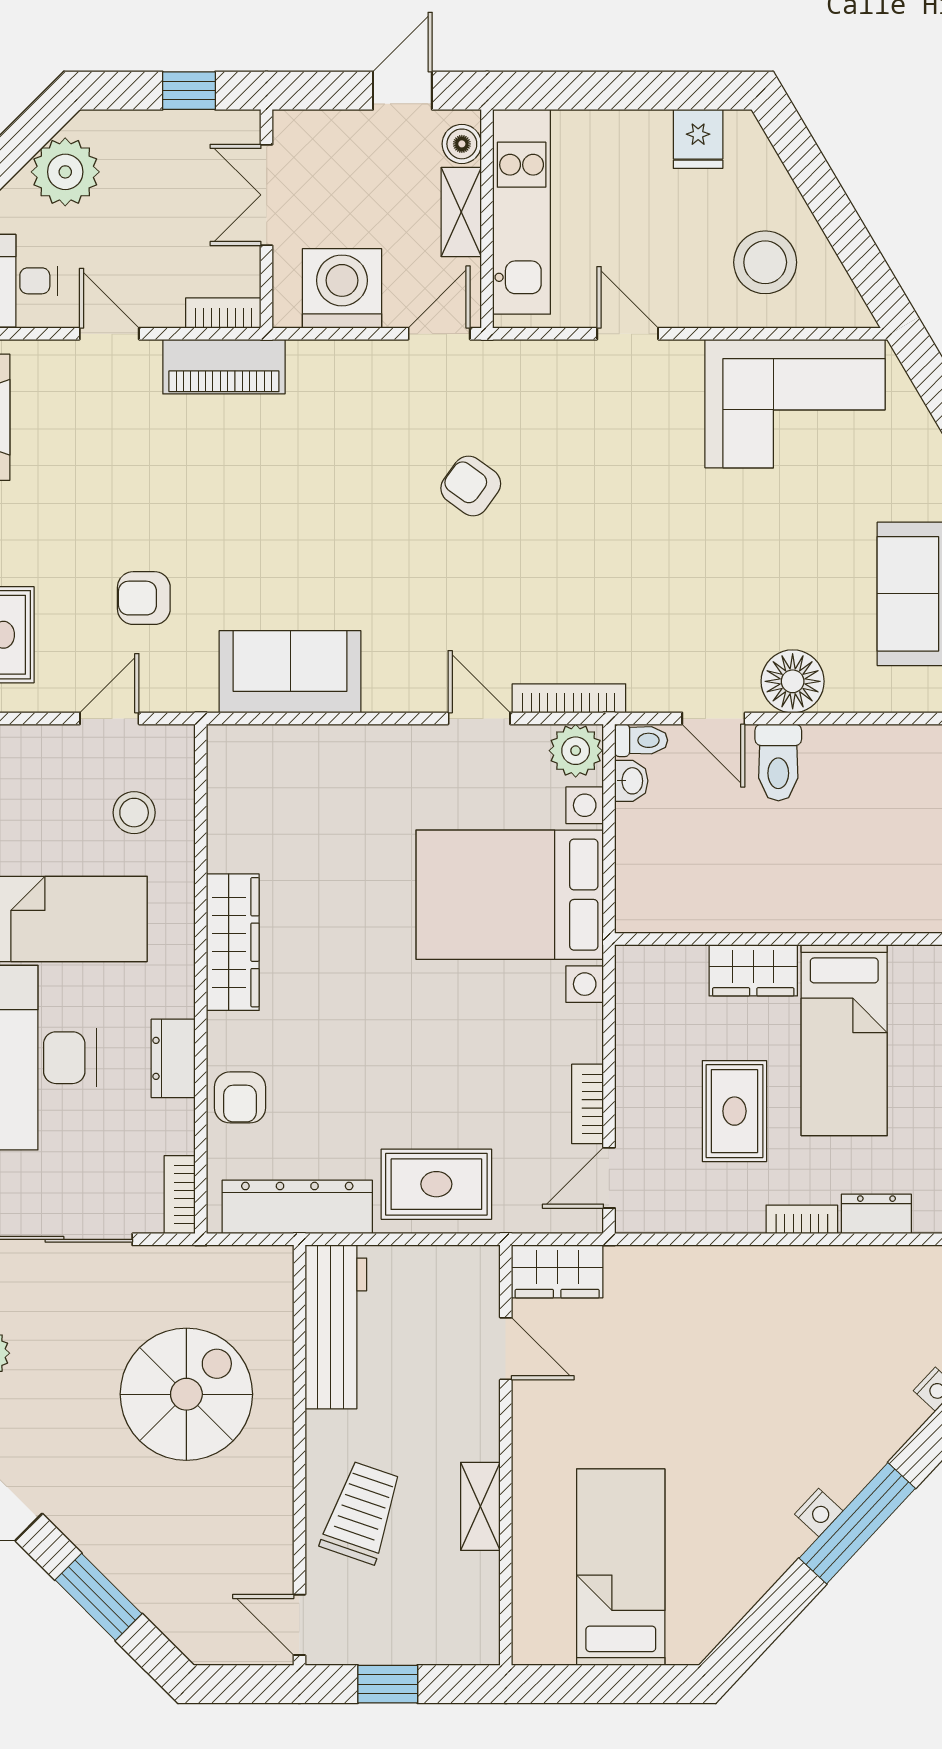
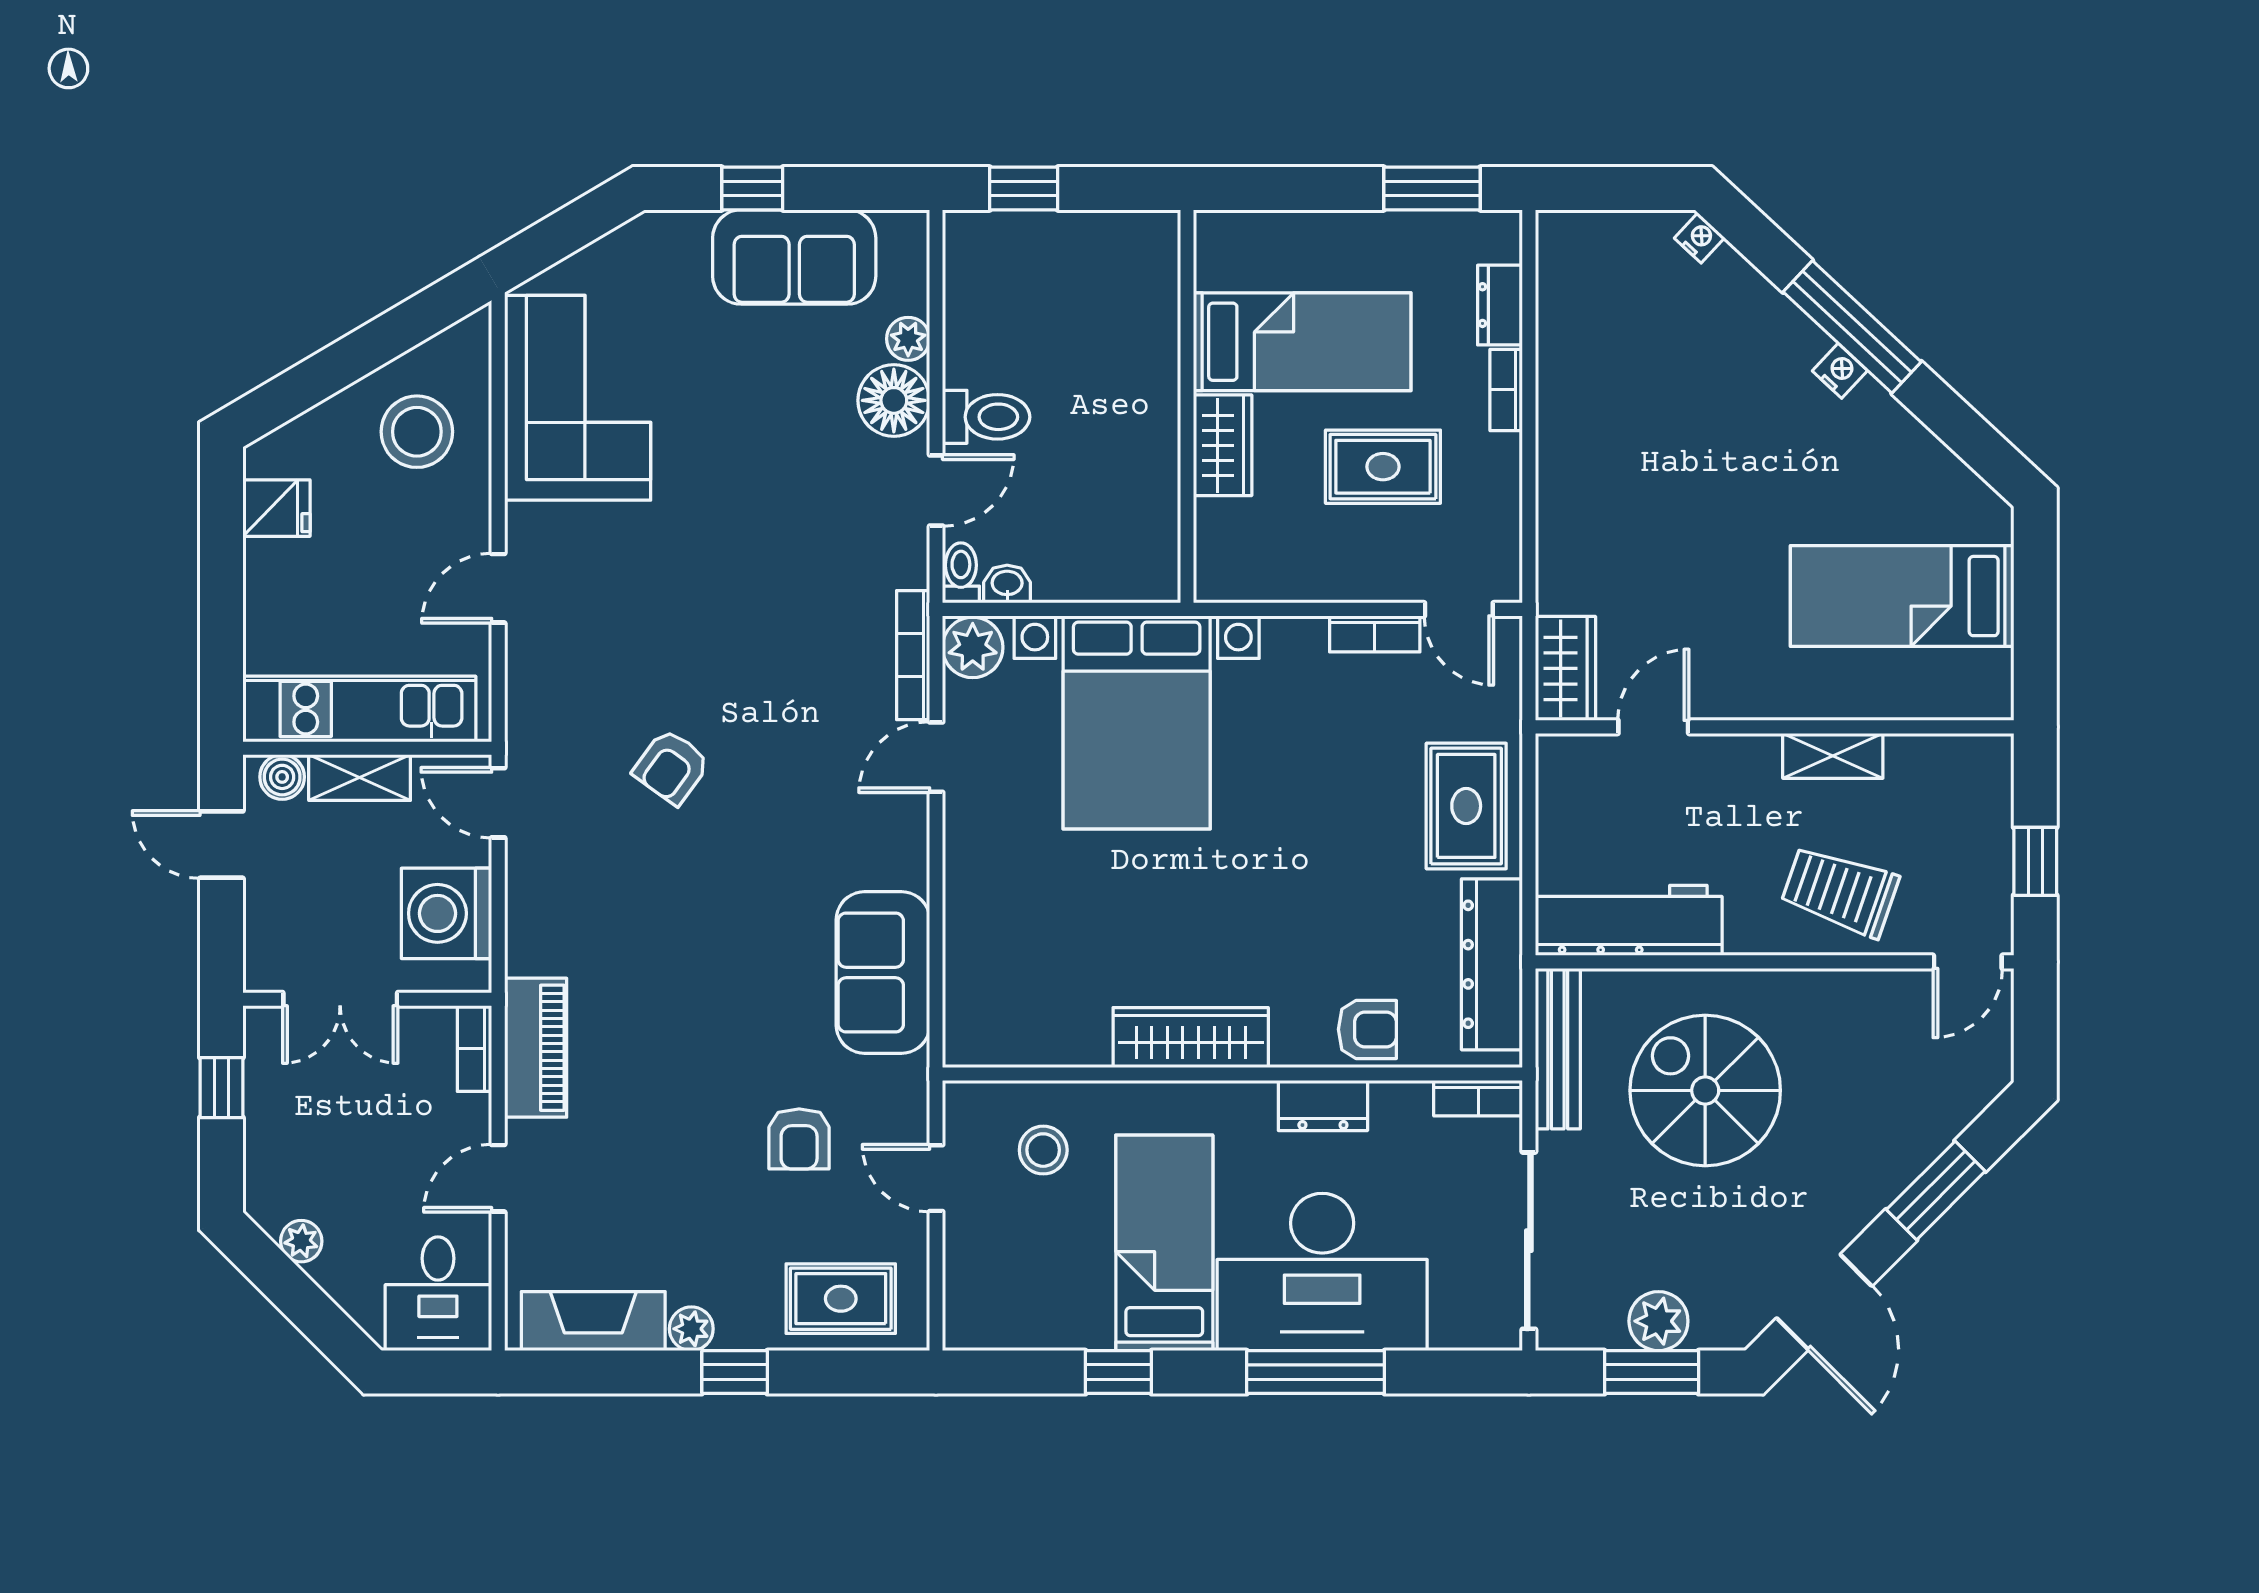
plant: (65, 172) -> (301, 1241), width x0.53, depth x0.53
plant: (847, 694) -> (908, 339), added
bench: (223, 1265) -> (1558, 1049), added

